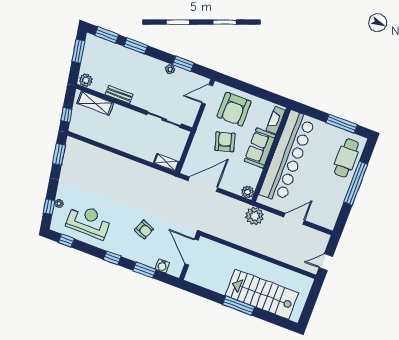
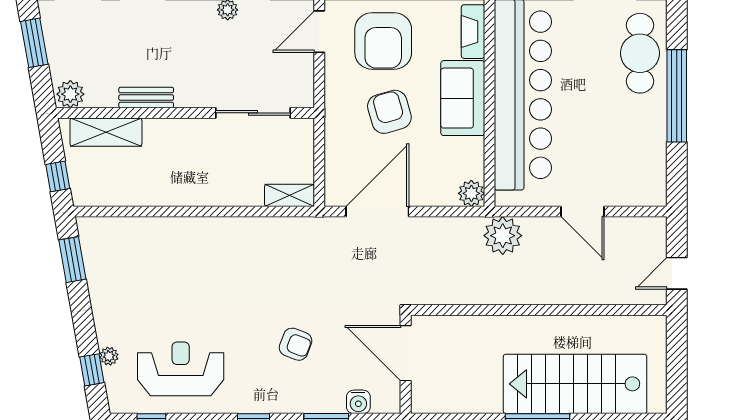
door: (294, 219) -> (582, 211), swing flipped

